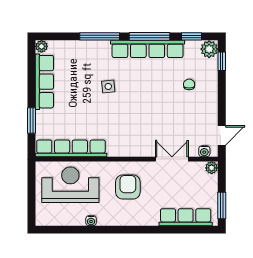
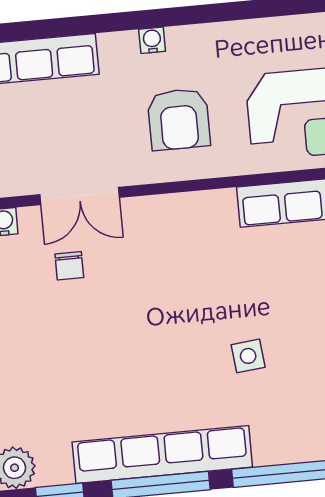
chair: (189, 84) -> (69, 266), moved
water cooler: (91, 221) -> (152, 40), moved

